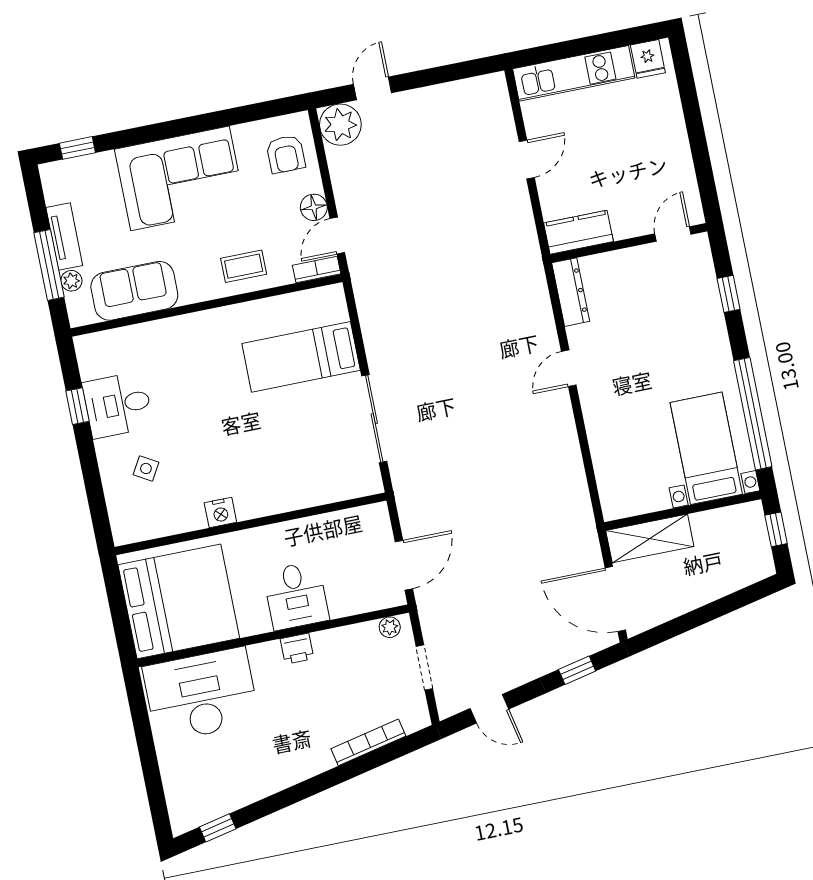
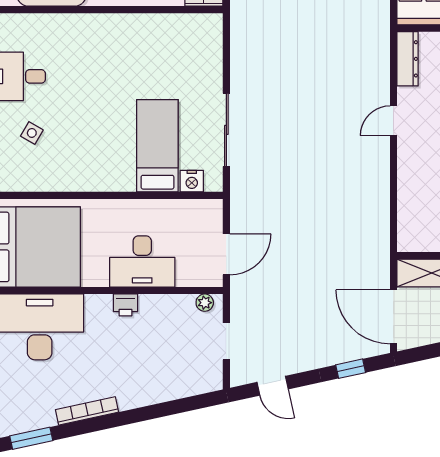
bed: (301, 357) -> (157, 146), moved, turned 90
nightstand: (220, 512) -> (192, 181), moved
desk: (296, 596) -> (142, 261), width x1.37
bookcase: (368, 742) -> (87, 411), moved
window: (218, 828) -> (31, 438), width x1.50

